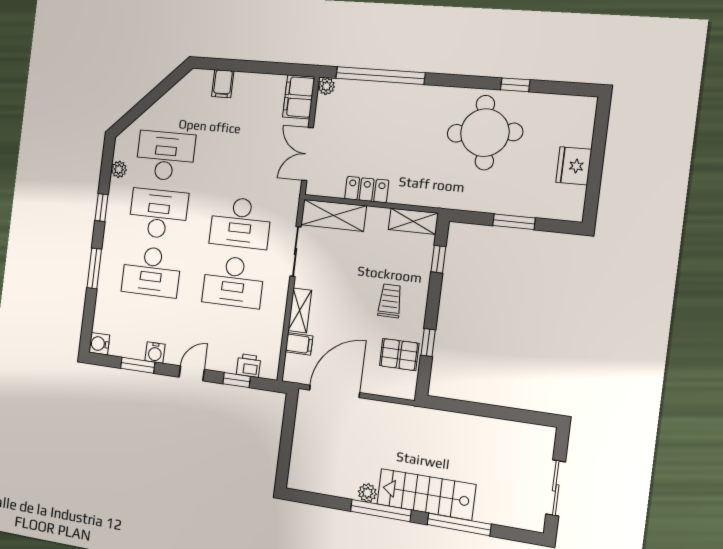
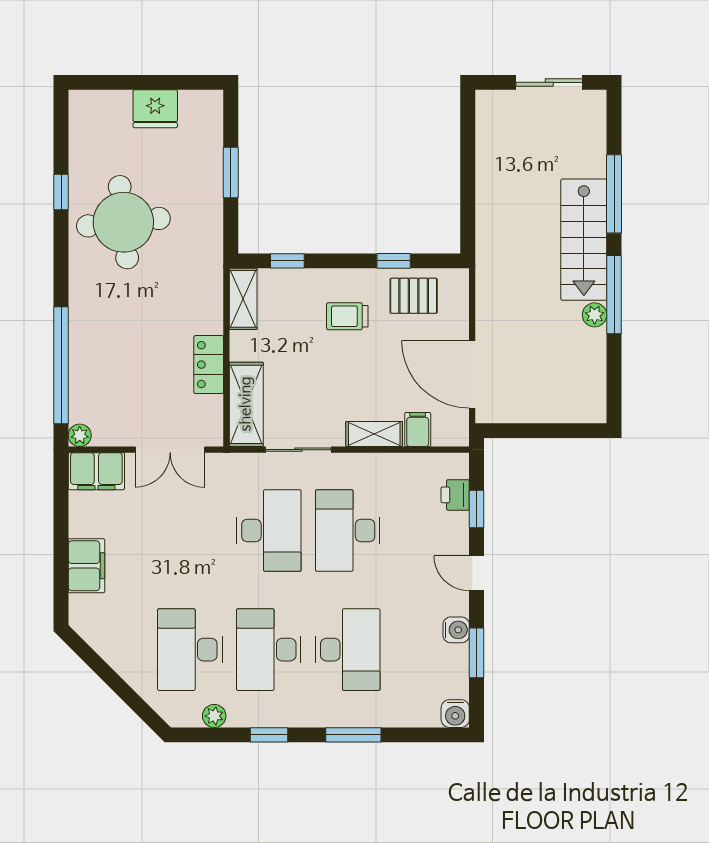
filing cabinet: (223, 84) -> (87, 566), width x2.00
desk: (233, 282) -> (348, 531), turned 180
pallet: (399, 354) -> (414, 296), turned 90

